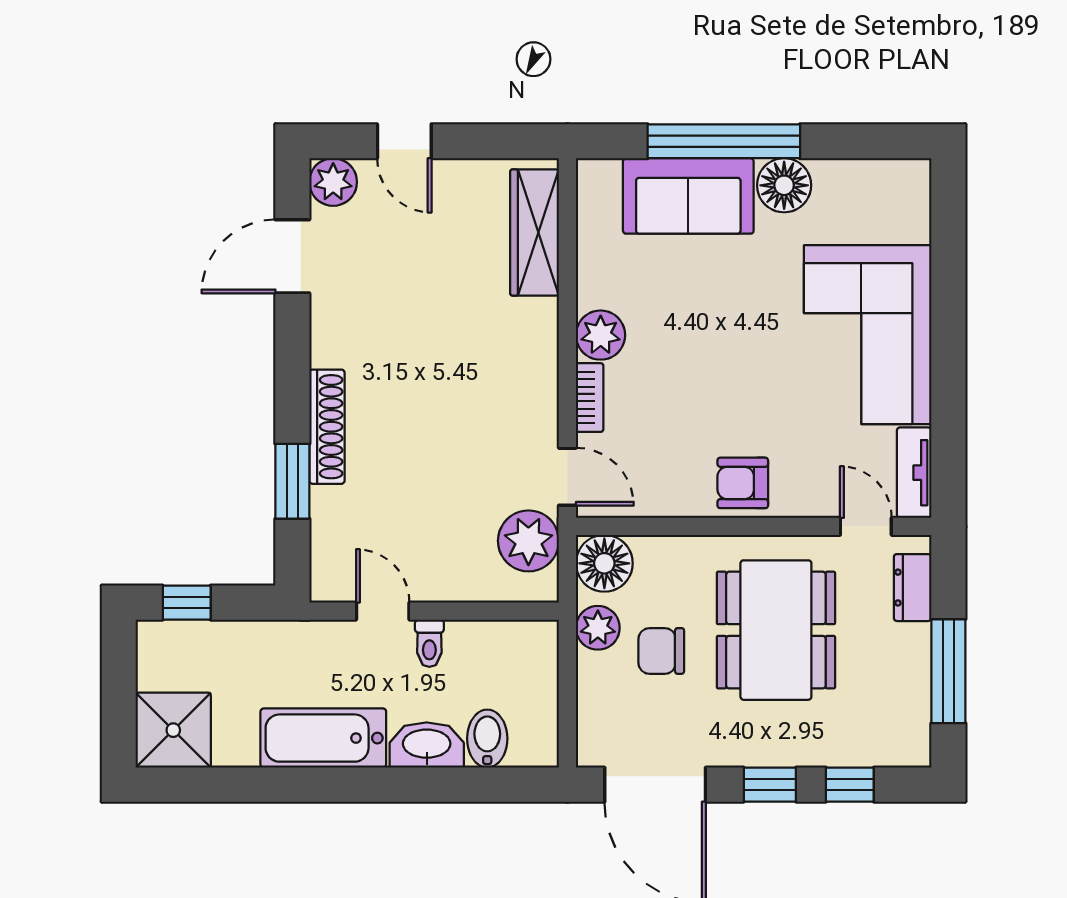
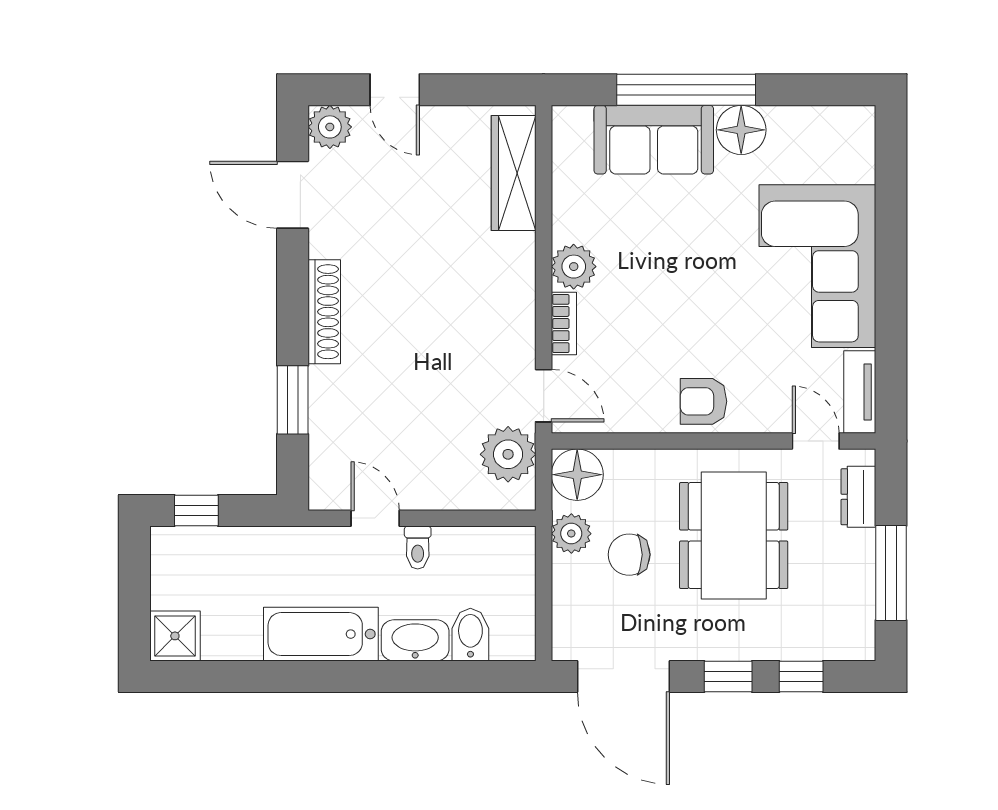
door: (292, 256) -> (293, 195), hinge flipped
shoe rack: (327, 427) -> (324, 312), moved
shower: (173, 730) -> (175, 636), width x0.73, depth x0.73

